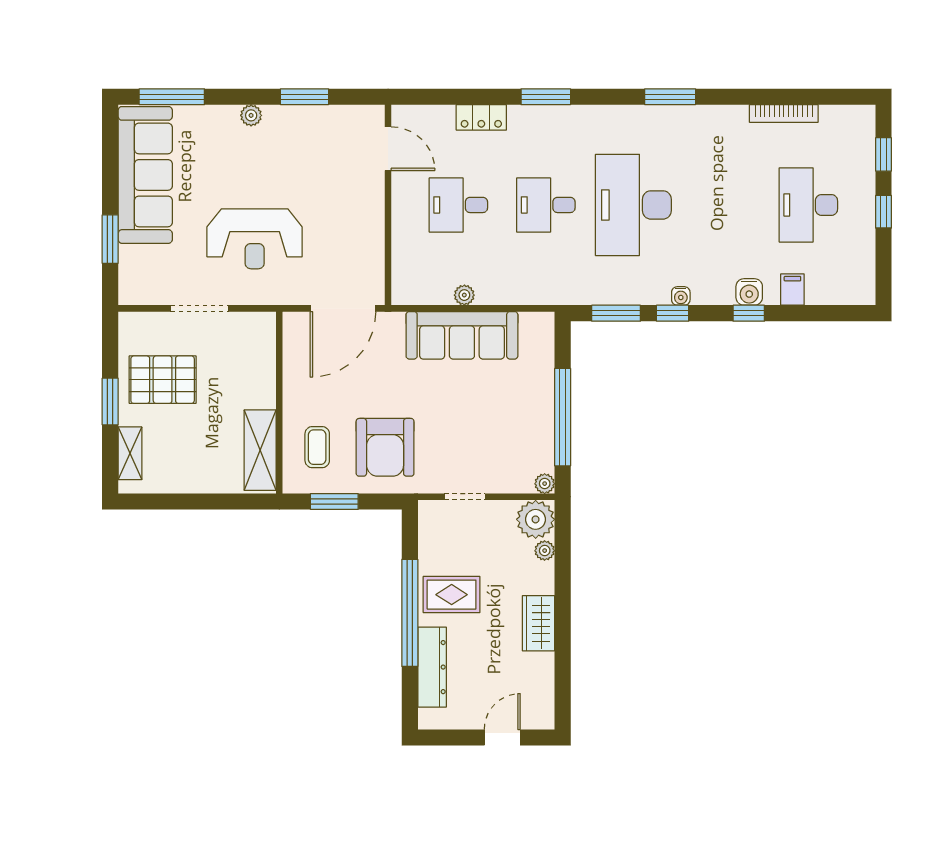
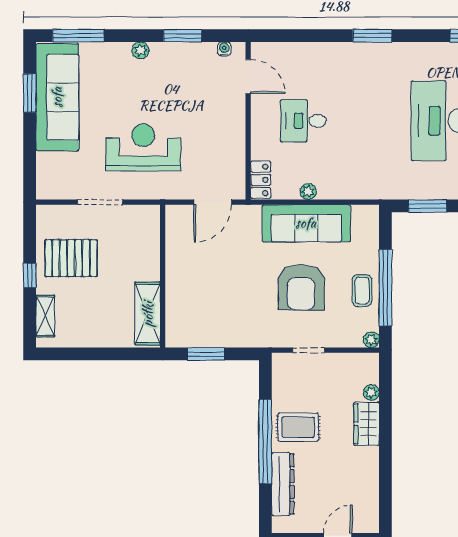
water cooler: (357, 114) -> (224, 49), added
locker: (481, 117) -> (261, 180), moved, turned -90
desk: (546, 205) -> (372, 121), removed
window: (110, 239) -> (30, 93), moved
reception desk: (255, 239) -> (143, 147), turned 180
door: (343, 308) -> (213, 202), width x0.73
window: (110, 401) -> (30, 275), width x0.67
coffee table: (317, 447) -> (362, 291), moved
armchair: (385, 447) -> (301, 287), moved
plant: (536, 519) -> (364, 368), removed
wardrobe: (539, 623) -> (367, 424), moved

